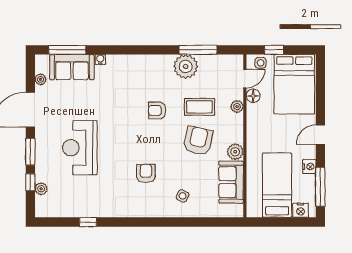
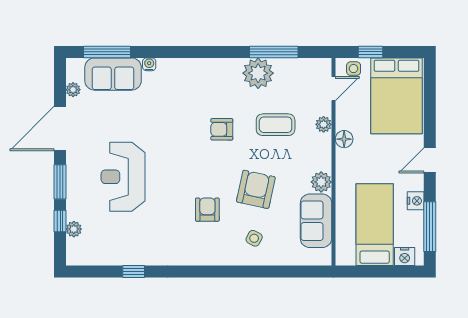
floor lamp: (253, 96) -> (344, 139), moved
armchair: (198, 141) -> (256, 189), moved

